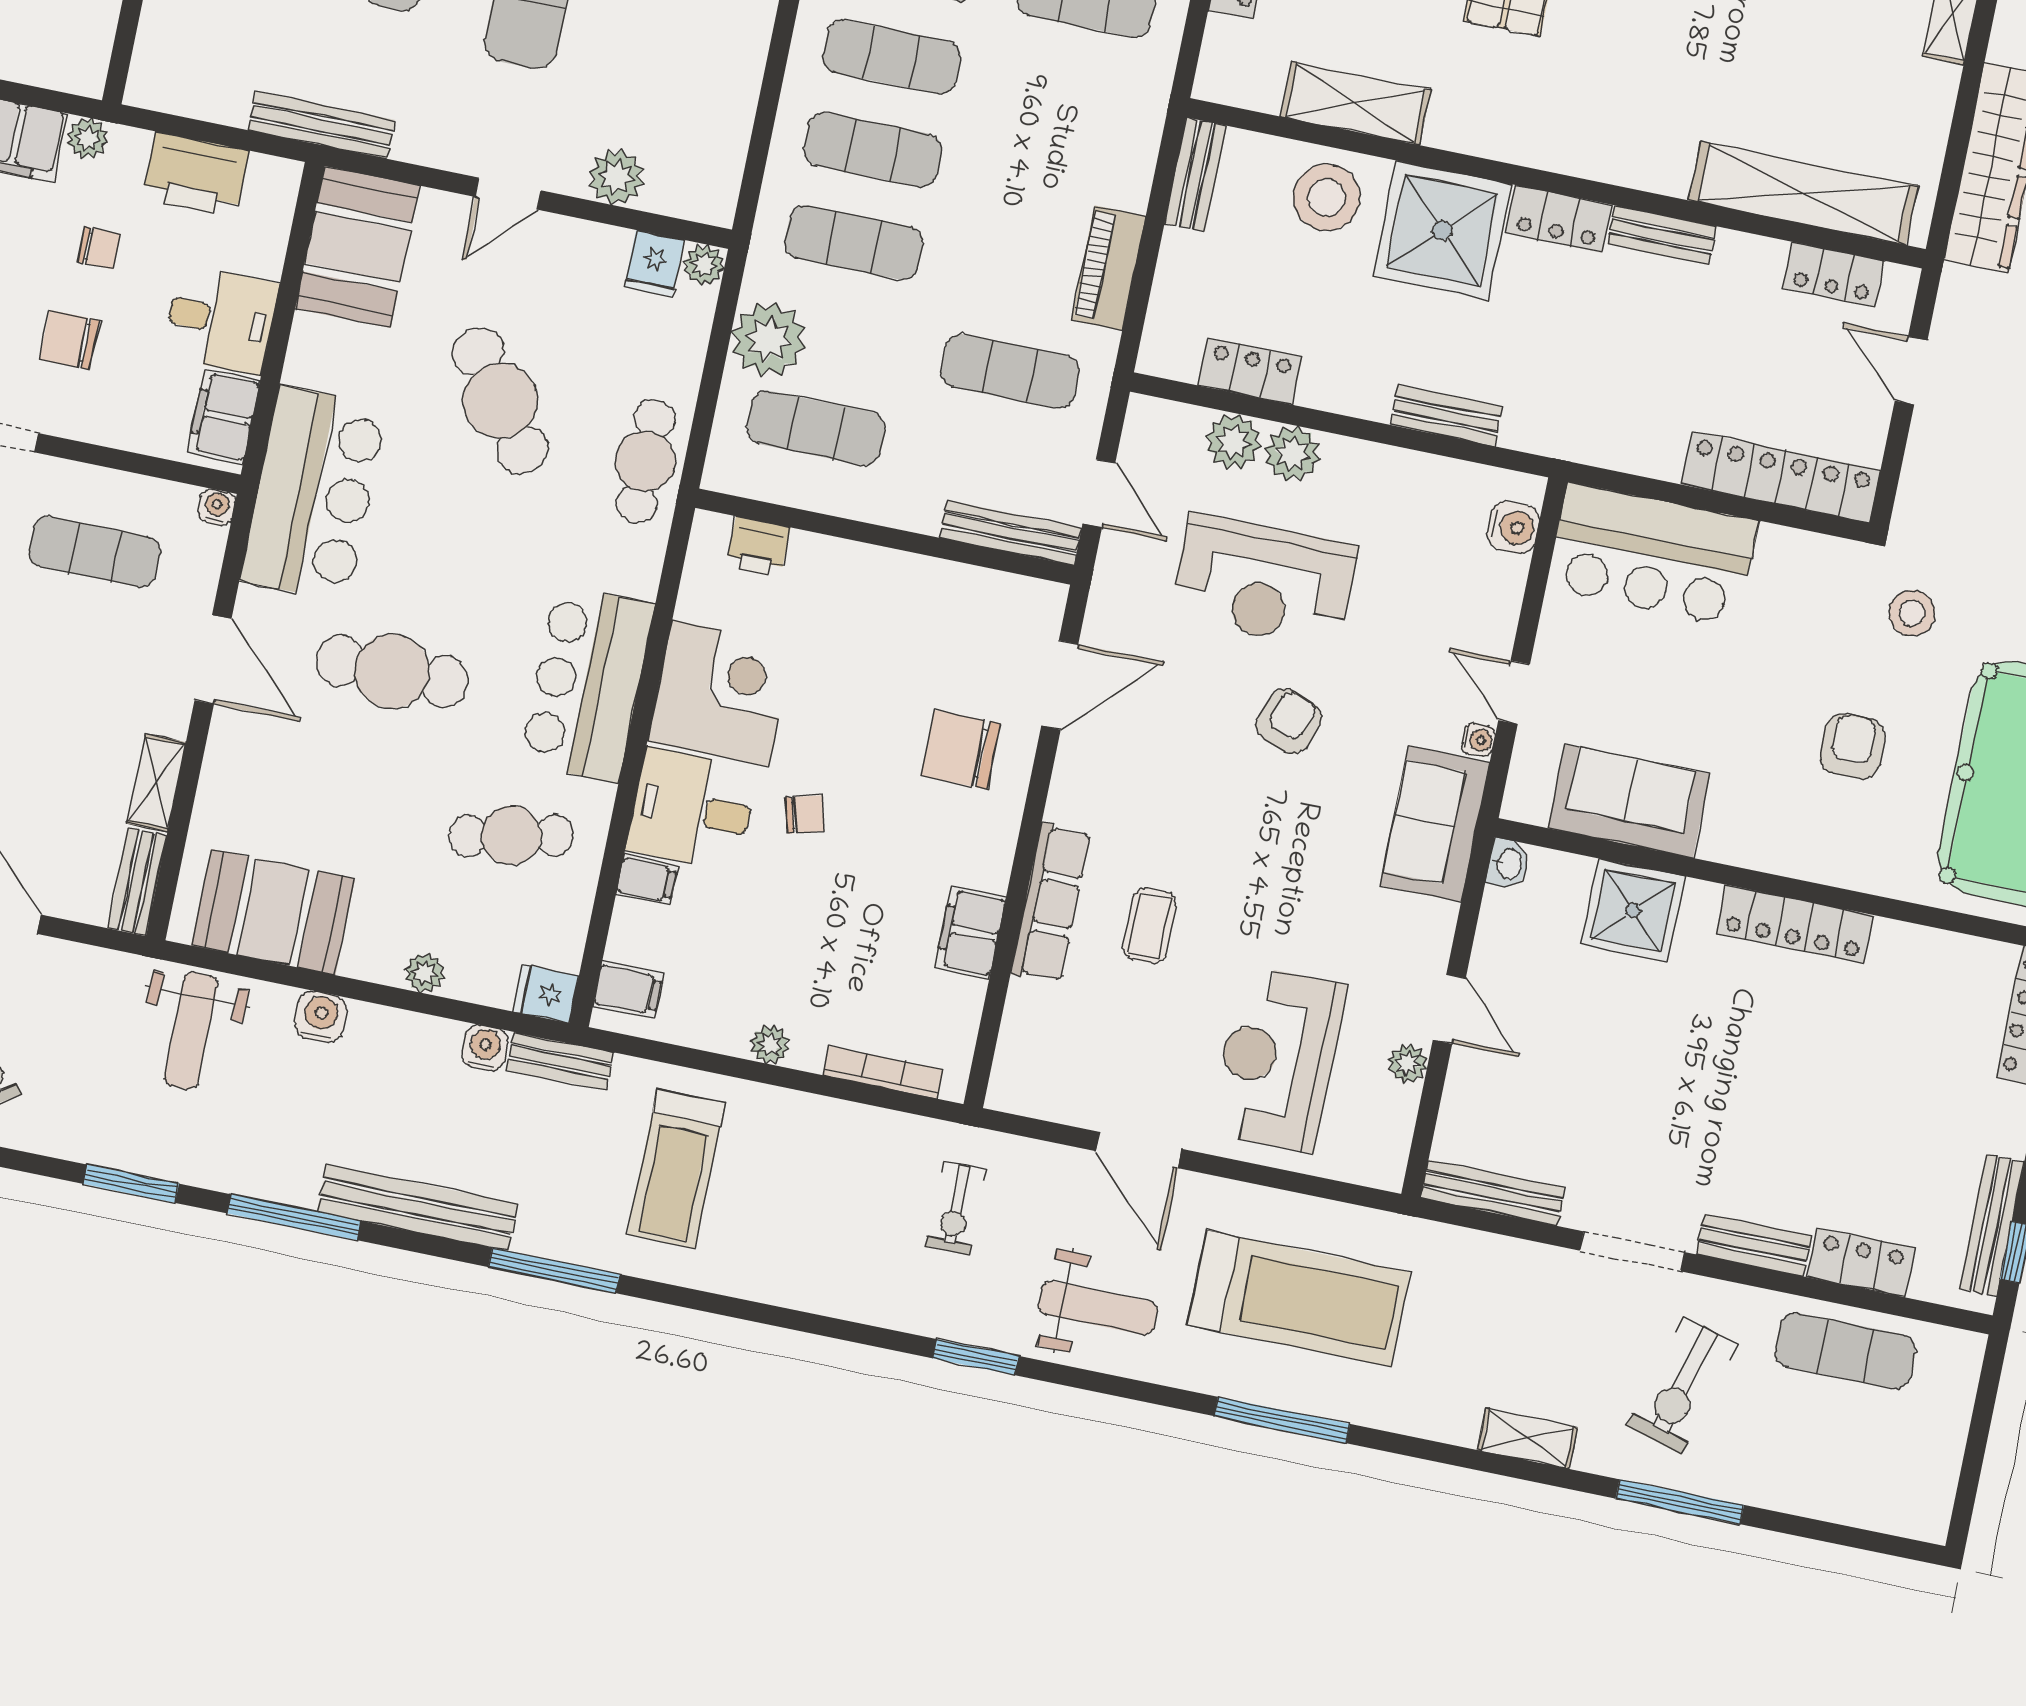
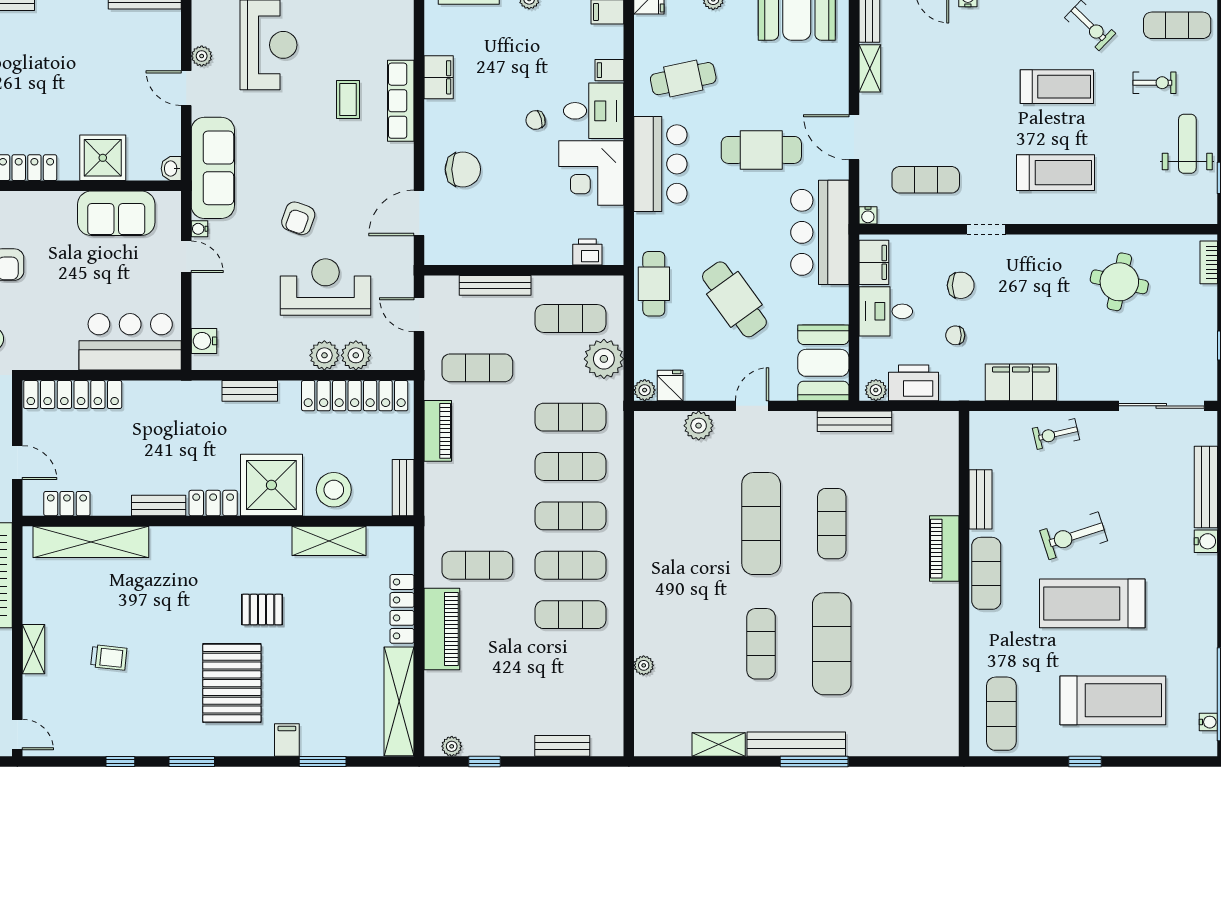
plant: (87, 138) -> (876, 390), moved
locker: (1250, 371) -> (355, 396), width x2.16, depth x1.21
bench: (1011, 533) -> (495, 285), moved
sofa: (1435, 824) -> (213, 168), width x1.36

